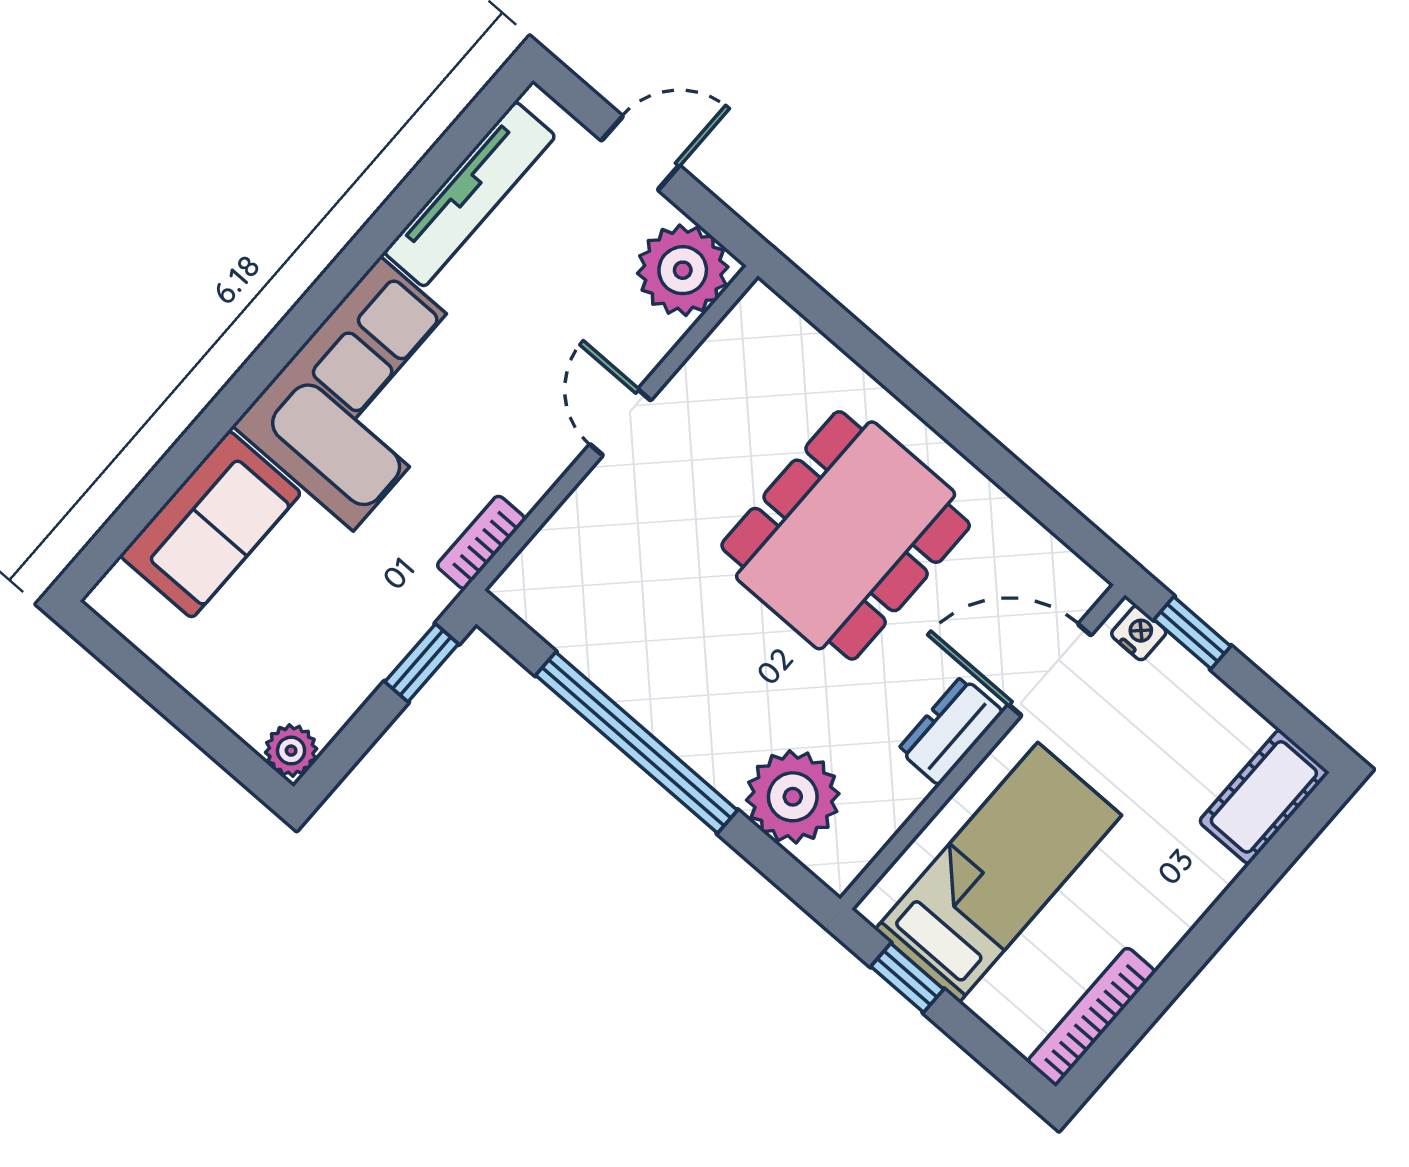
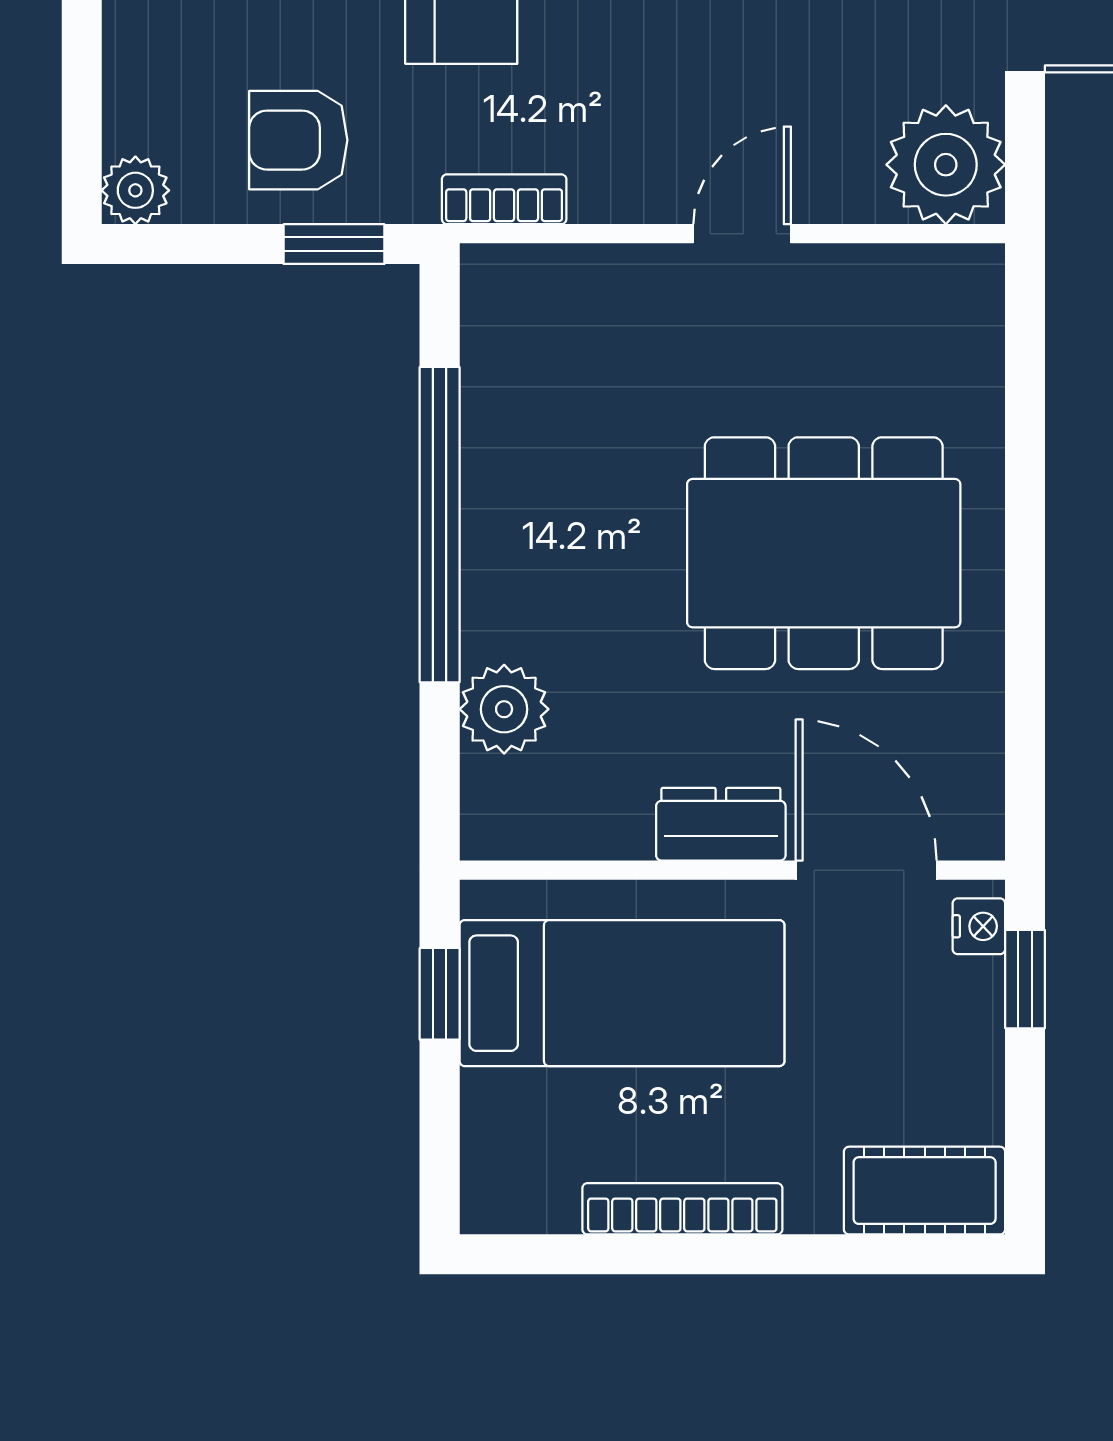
armchair: (344, 631) -> (298, 140), added
plant: (793, 797) -> (504, 709), width x0.73, depth x0.73
bookcase: (1091, 1017) -> (682, 1209), moved

